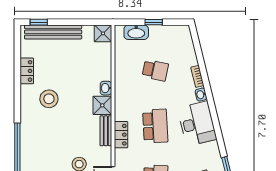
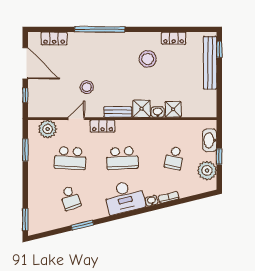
shower: (103, 33) -> (173, 109), moved
plant: (168, 35) -> (207, 170), added
locker: (121, 135) -> (102, 126), moved

